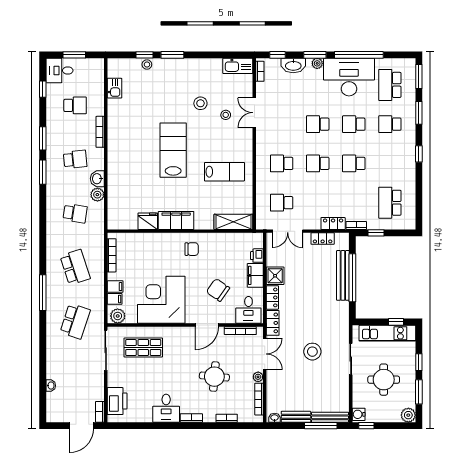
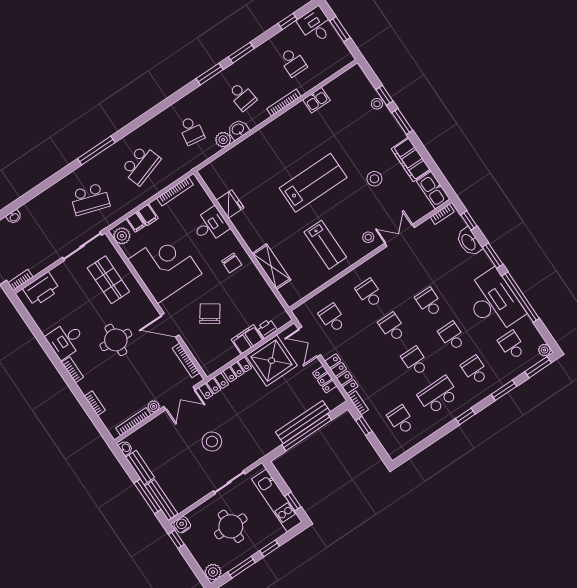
plant: (317, 63) -> (545, 350), moved
school desk: (390, 85) -> (512, 345), width x0.54
kitchen sink: (114, 88) -> (316, 100), moved
stool: (226, 115) -> (368, 237), moved
school desk: (390, 163) -> (438, 395), added
school desk: (390, 203) -> (401, 420), width x0.54
filing cabinet: (176, 220) -> (411, 159), moved, turned 180
shelving: (233, 222) -> (271, 267), moved
locker: (333, 224) -> (341, 374), width x1.53
shower: (275, 276) -> (272, 361), width x1.86, depth x1.86
desk: (248, 310) -> (210, 225), moved, turned 180
round table: (214, 377) -> (116, 340), moved

